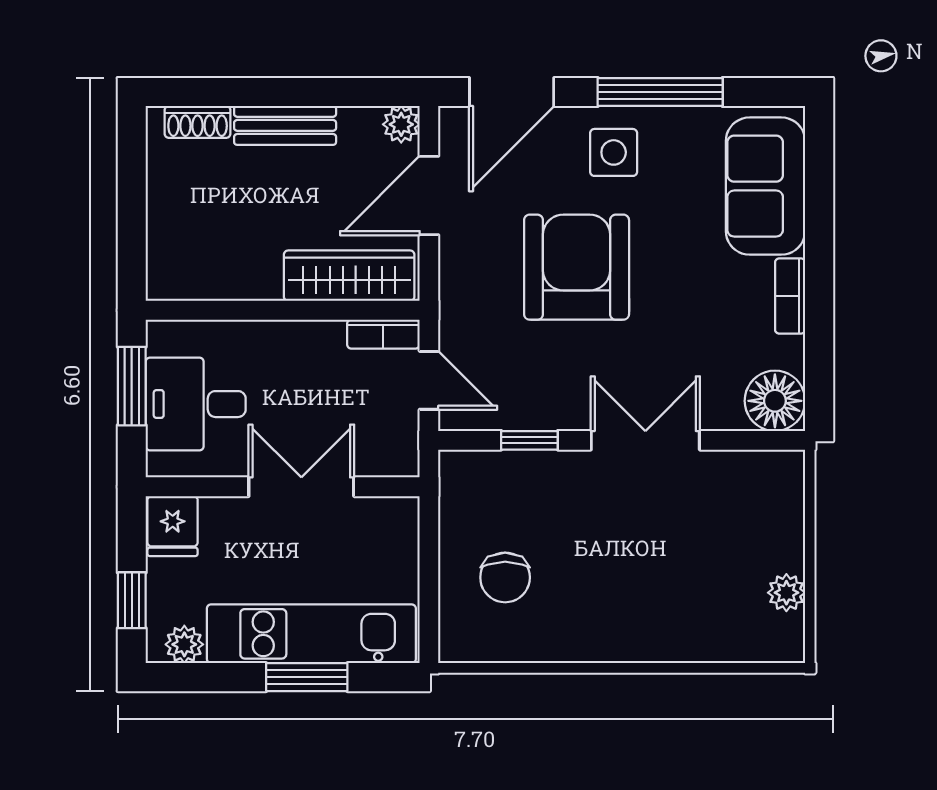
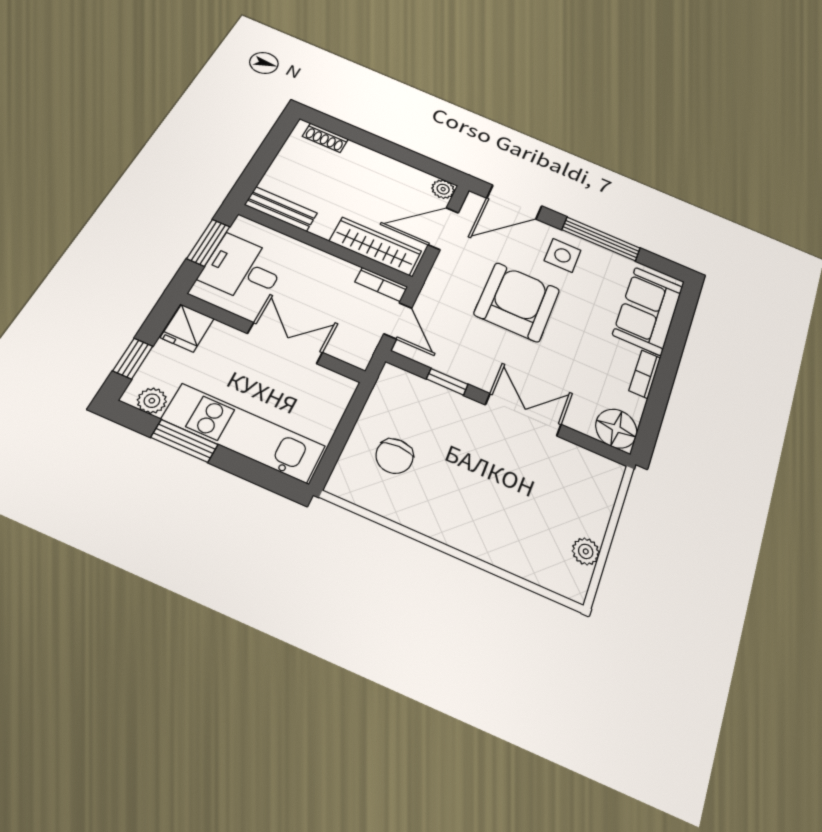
bench: (285, 125) -> (281, 209), moved
window: (307, 677) -> (184, 441), moved

